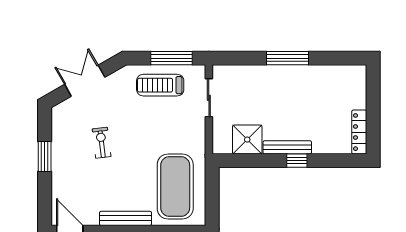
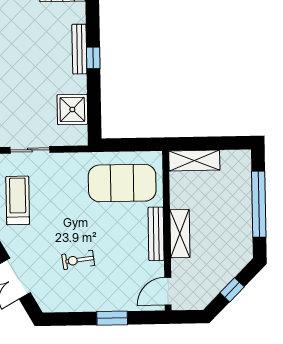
treadmill: (160, 85) -> (18, 200), turned 180
bench: (287, 147) -> (79, 49), moved
window: (45, 156) -> (112, 318), moved

